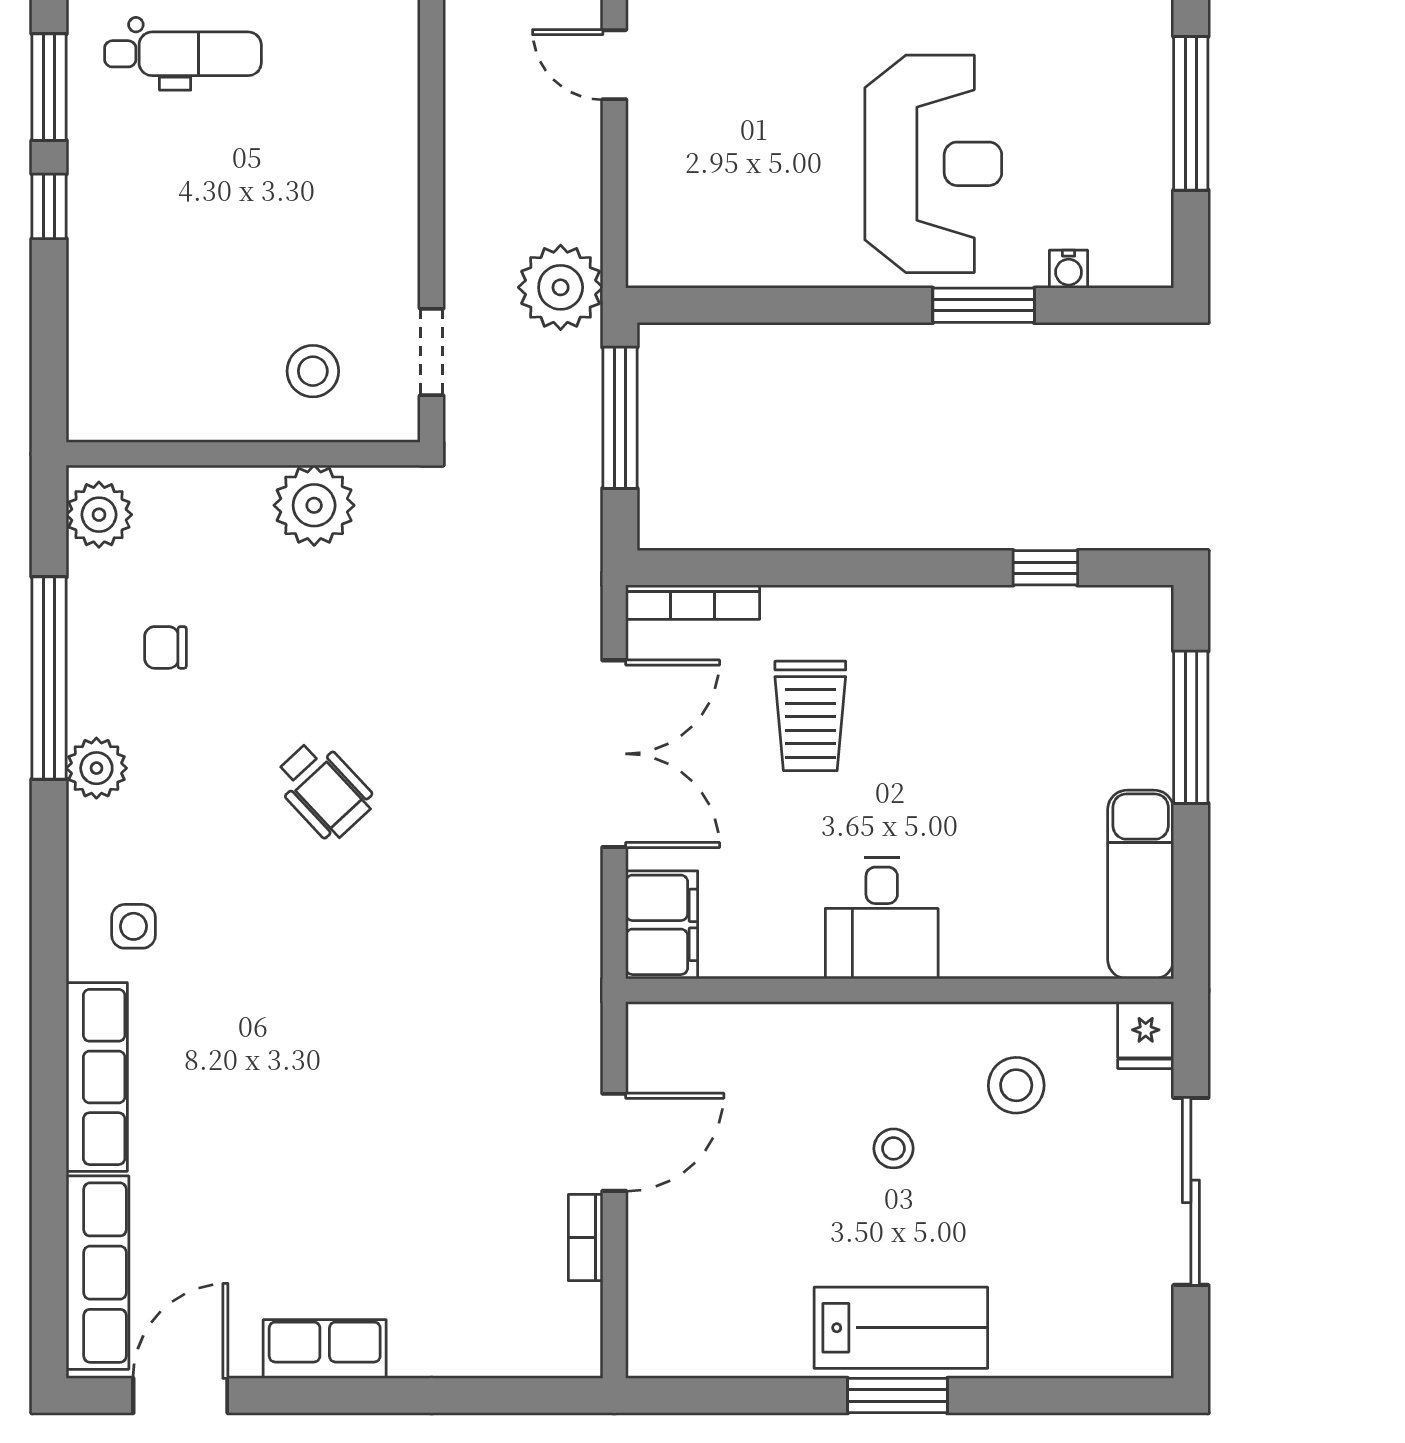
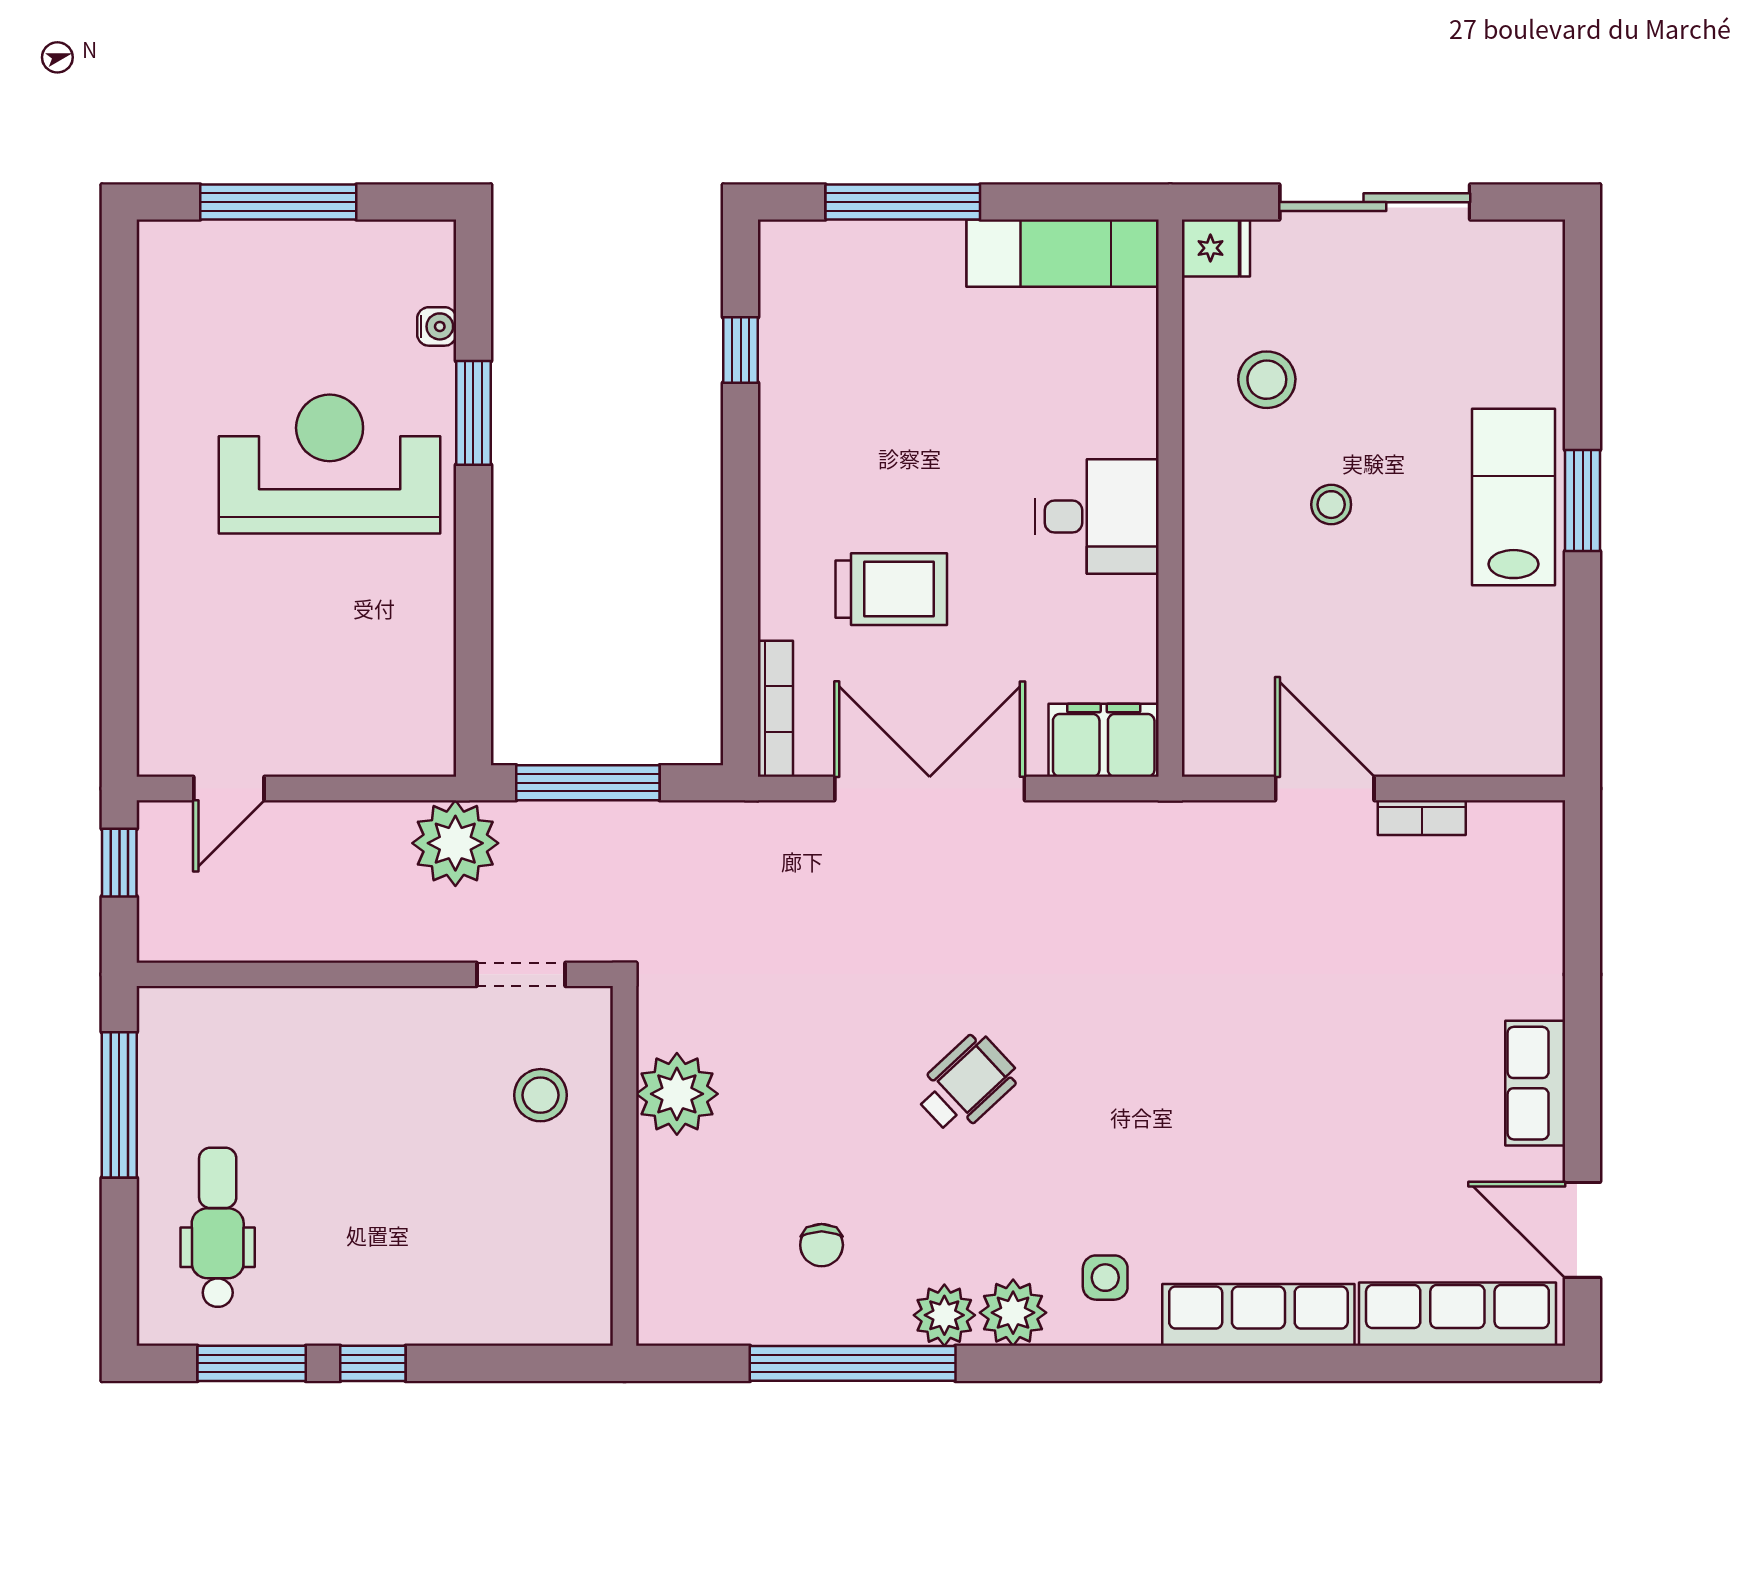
plant: (99, 515) -> (1013, 1313), moved

